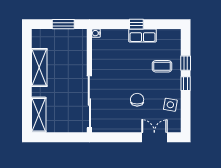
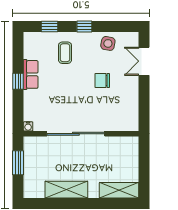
window: (186, 63) -> (50, 26), moved
sliding door: (89, 102) -> (76, 134), moved

